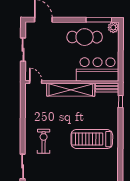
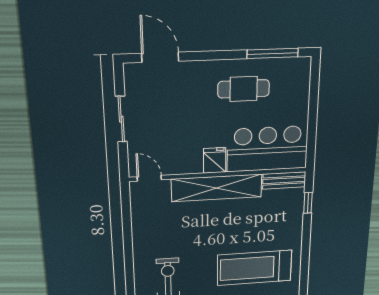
plant: (113, 27) -> (301, 67), removed
cafe table: (85, 37) -> (244, 89), width x0.73, depth x0.74
fridge: (70, 74) -> (215, 160), added

